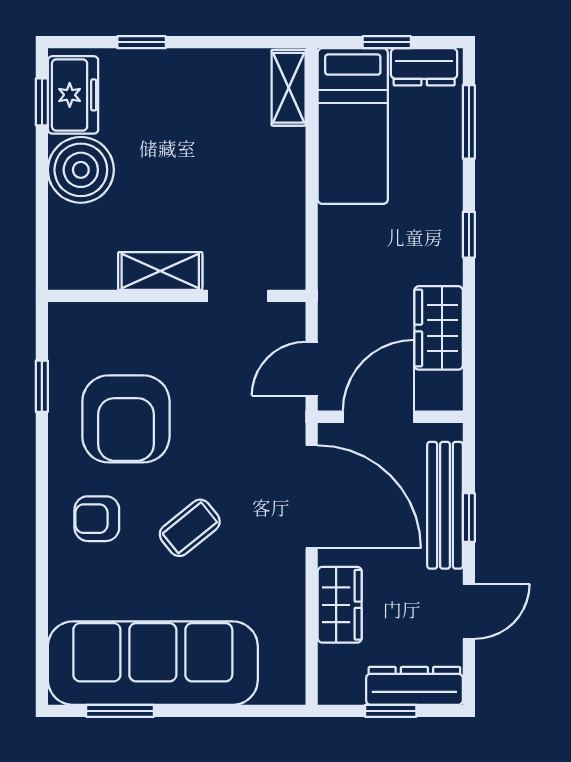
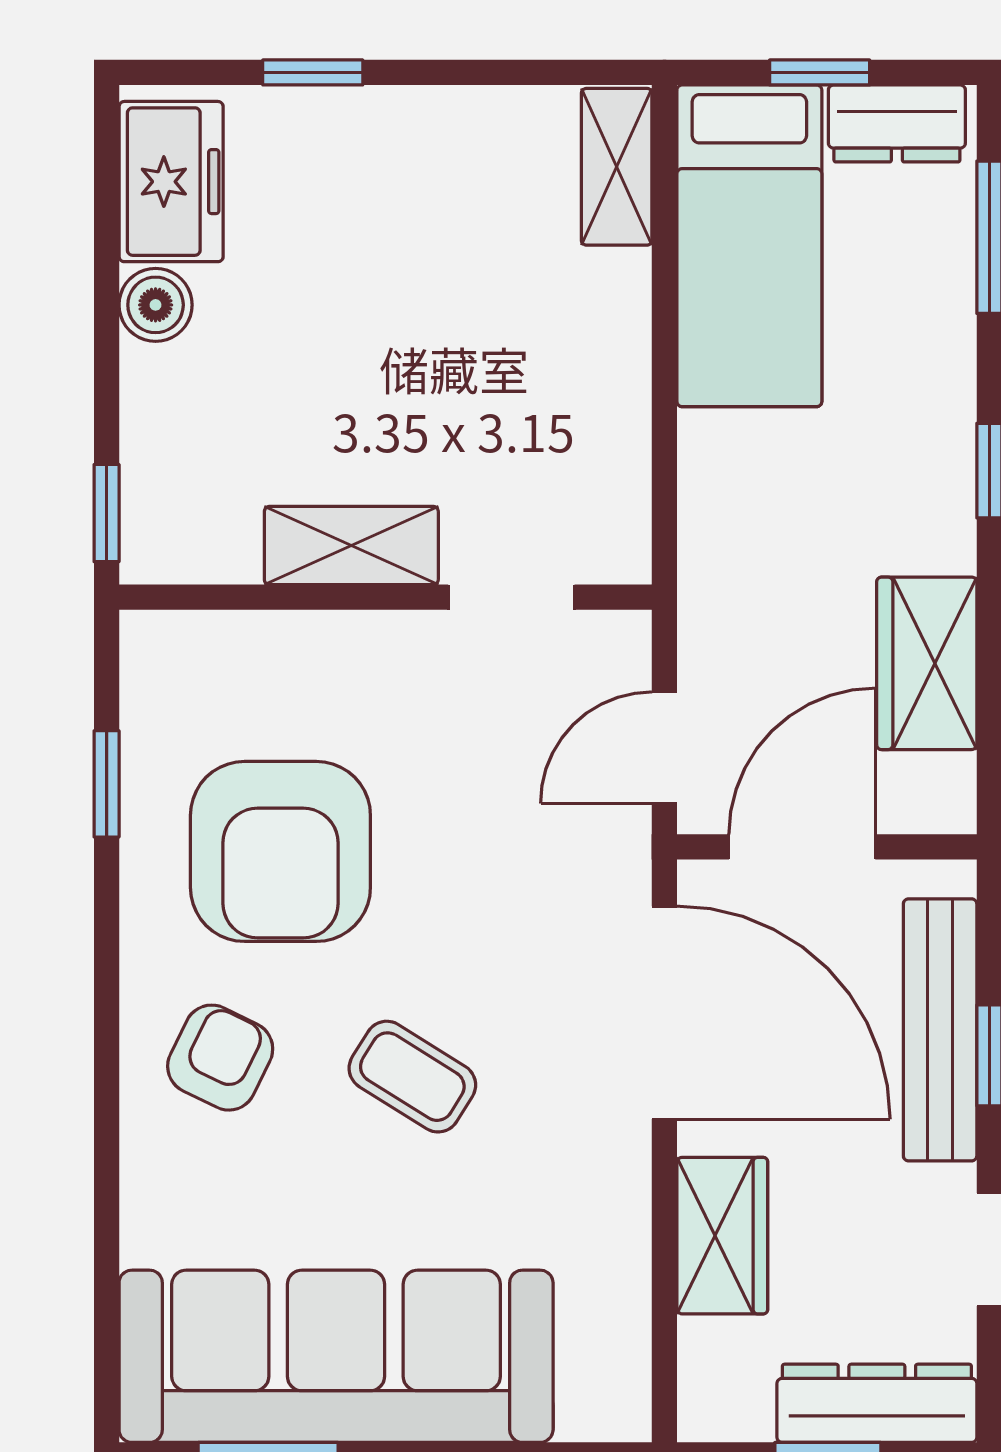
window: (42, 102) -> (107, 513), moved
boiler: (81, 170) -> (156, 305), width x0.54, depth x0.54
armchair: (97, 519) -> (220, 1058), turned 116
coffee table: (190, 528) -> (412, 1077), turned 71

